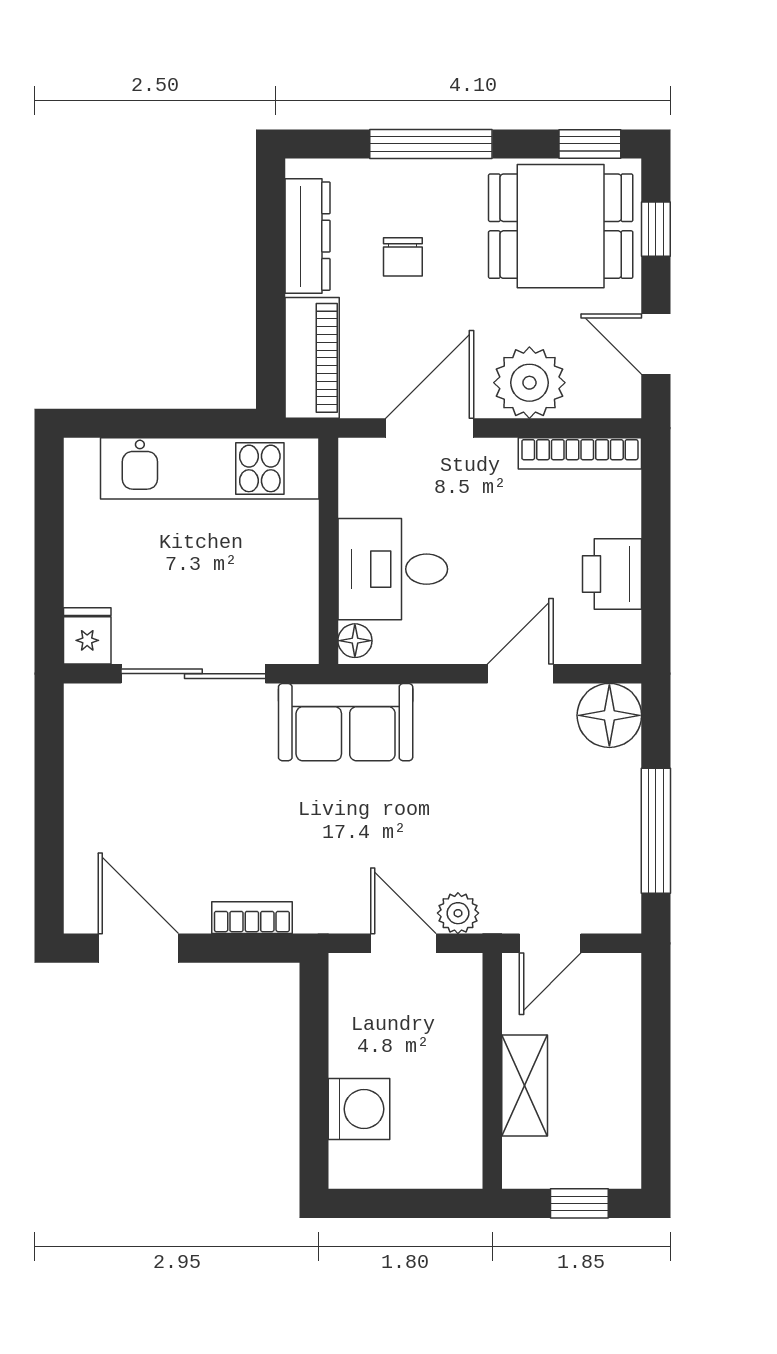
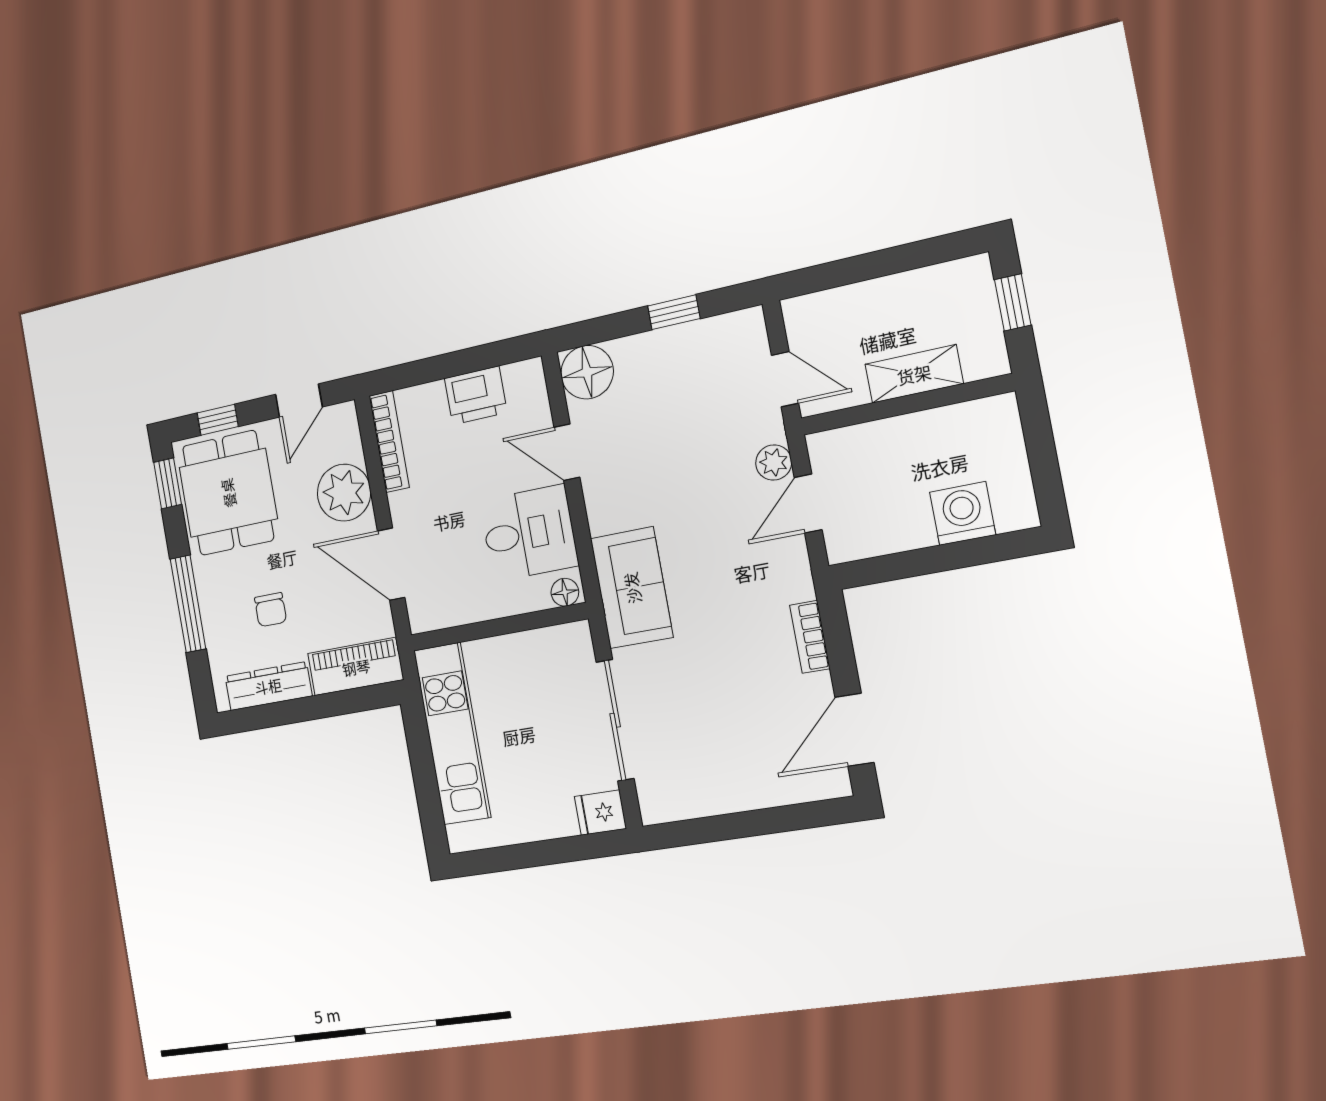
chair: (403, 257) -> (271, 610), turned 90
desk: (393, 569) -> (529, 533), moved, turned -90
window: (656, 831) -> (674, 312), width x0.46

